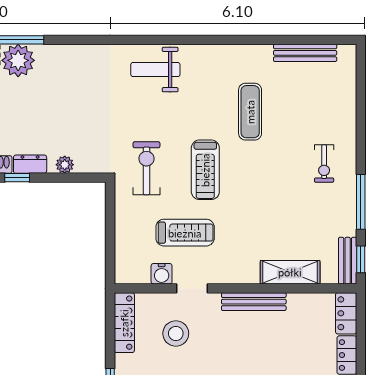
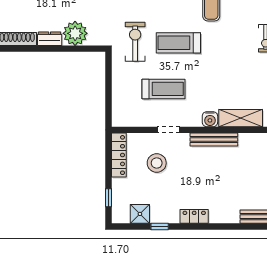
plant: (65, 165) -> (75, 33), width x1.87, depth x1.87
treadmill: (205, 170) -> (178, 43), turned 90
window: (17, 178) -> (40, 49), removed
water cooler: (162, 274) -> (210, 119), moved

